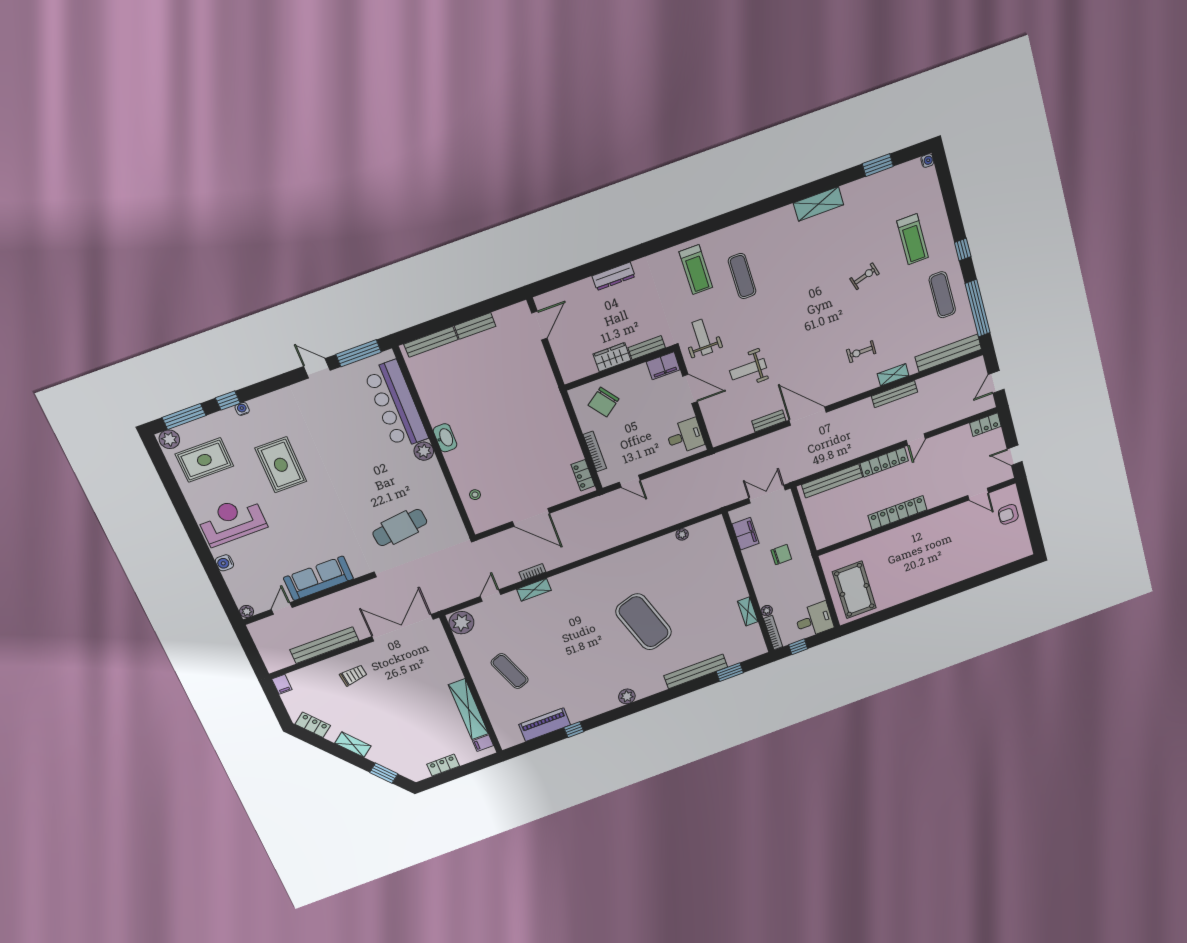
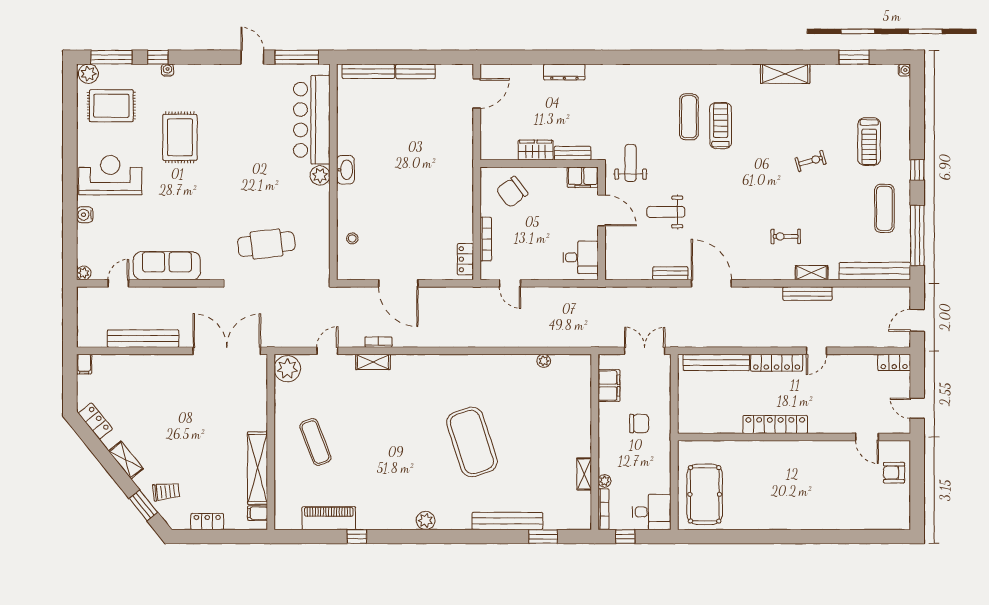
treadmill: (696, 270) -> (721, 126), moved, turned 180
trolley: (353, 675) -> (166, 492), moved

